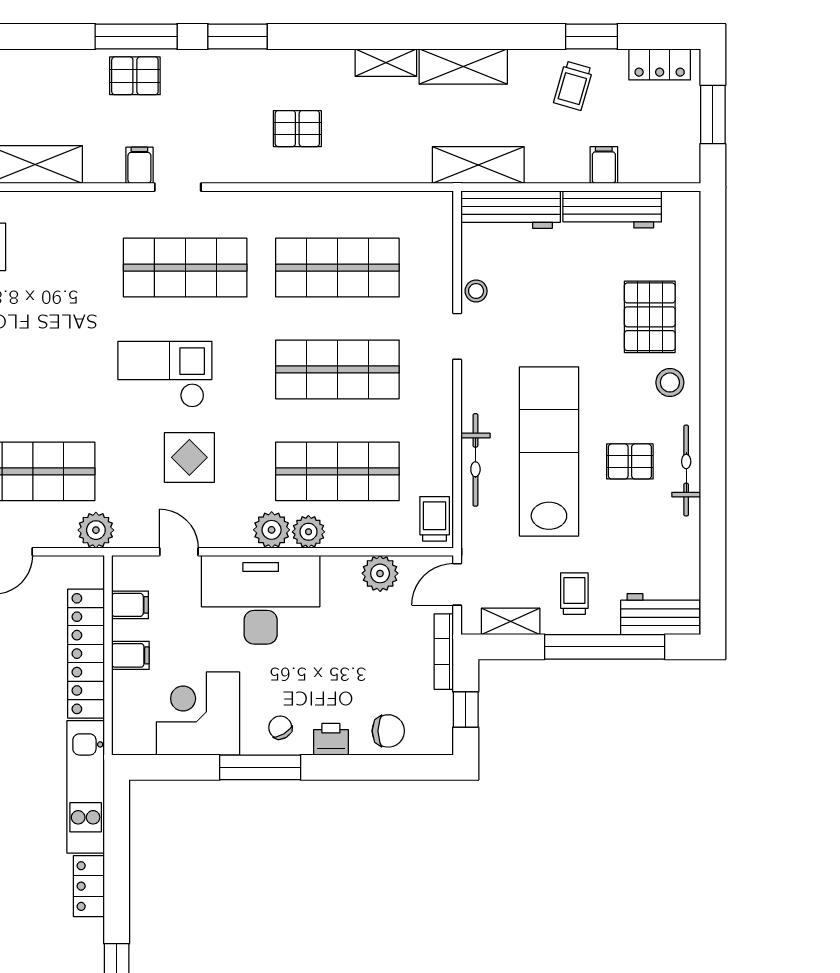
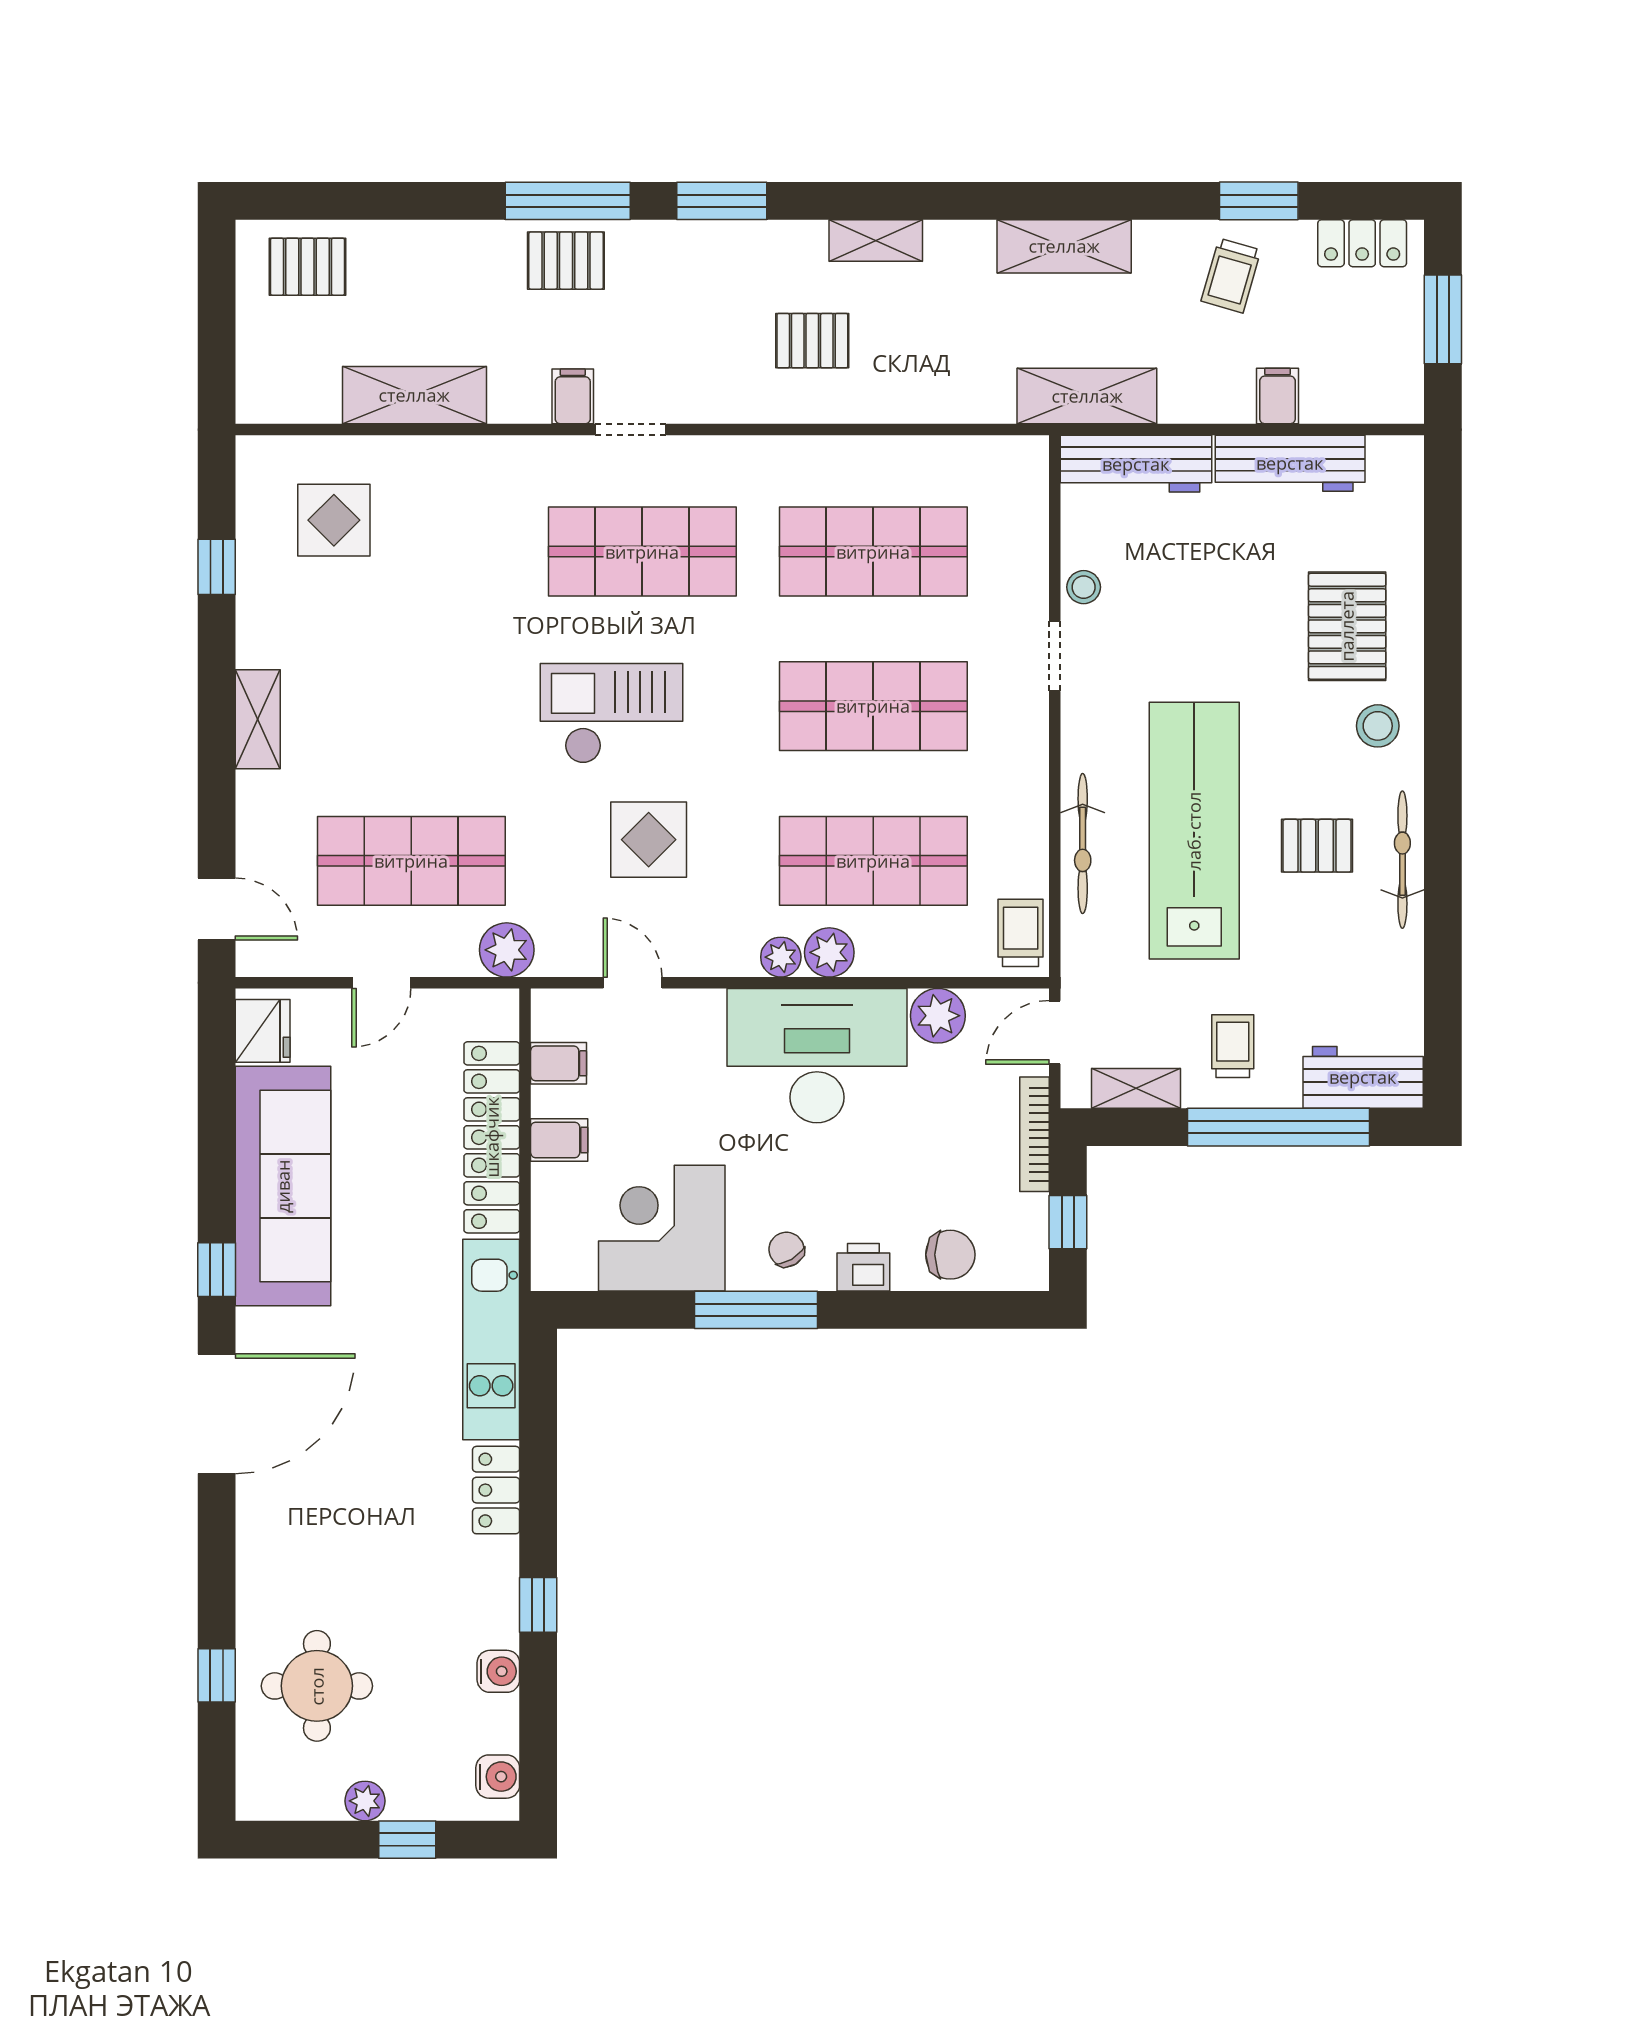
shelving: (386, 63) -> (876, 241), moved
plant: (272, 530) -> (781, 957), width x0.73, depth x0.73
desk: (261, 600) -> (817, 1056), moved

